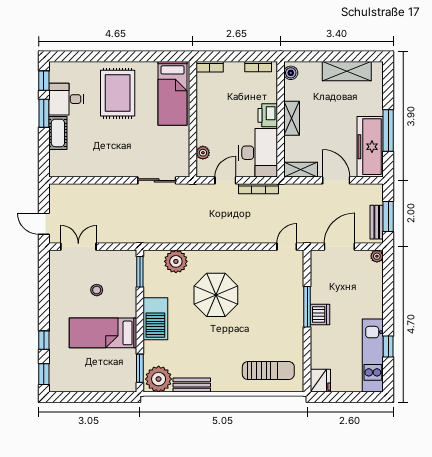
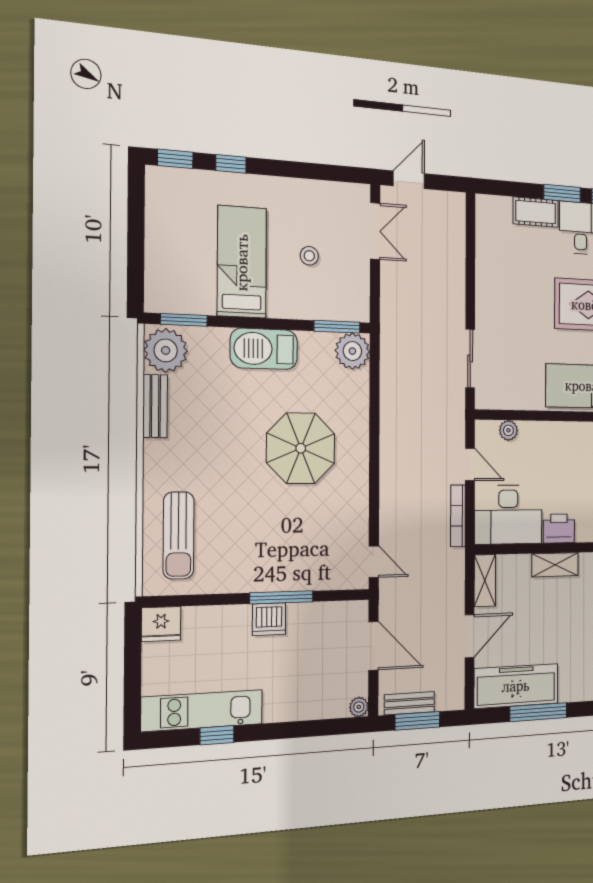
plant: (176, 261) -> (352, 351), moved

